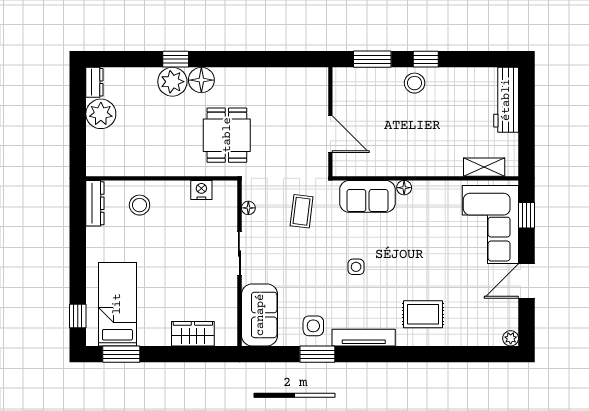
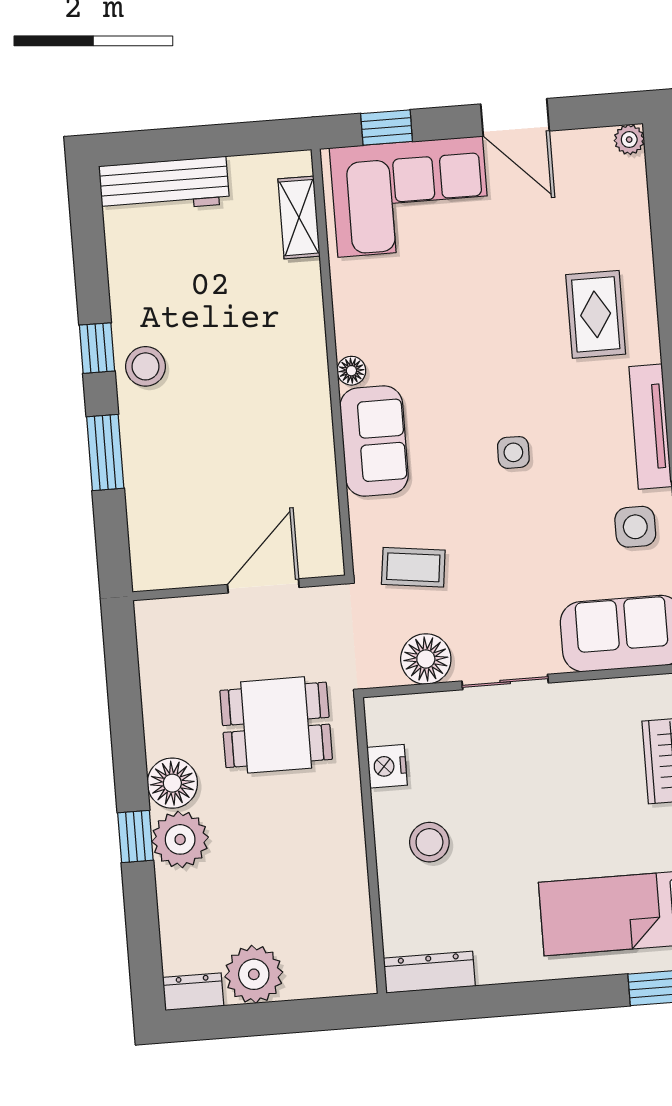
wall: (330, 122) -> (239, 588), moved
door: (330, 134) -> (263, 586), moved
stool: (140, 205) -> (429, 842), moved
floor lamp: (248, 208) -> (426, 659), width x1.89, depth x1.89

